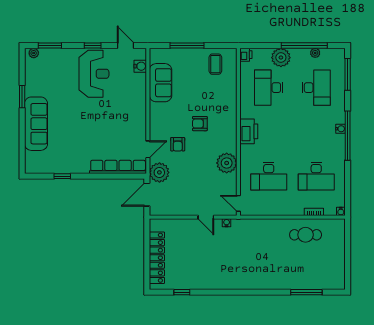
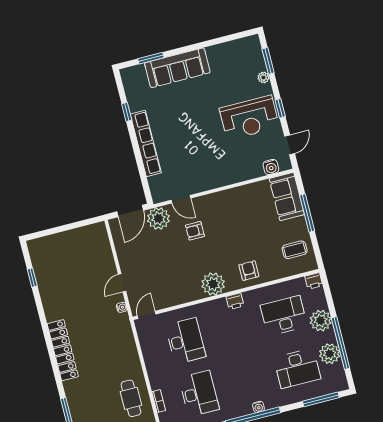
plant: (34, 53) -> (263, 77), moved
plant: (315, 53) -> (330, 354), width x1.88, depth x1.88
sofa: (161, 83) -> (287, 196), moved, turned 90
window: (22, 97) -> (151, 58), moved
armchair: (200, 124) -> (249, 271), moved
printer: (249, 131) -> (235, 301), width x0.53, depth x0.68
plant: (227, 163) -> (213, 284), moved
row of seats: (118, 167) -> (146, 143), moved
desk: (269, 176) -> (186, 341), turned 180
desk: (316, 176) -> (199, 394), turned 180
door: (147, 195) -> (130, 211), swing flipped
locker: (157, 258) -> (63, 350), moved, turned -90

